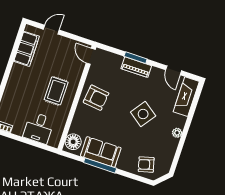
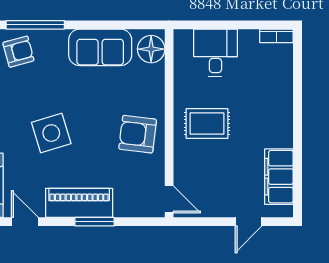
piano: (136, 67) -> (79, 203), width x1.37, depth x1.33
rug: (56, 91) -> (207, 123), turned 90
side table: (143, 114) -> (51, 133), turned 37
window: (100, 165) -> (35, 25), moved

